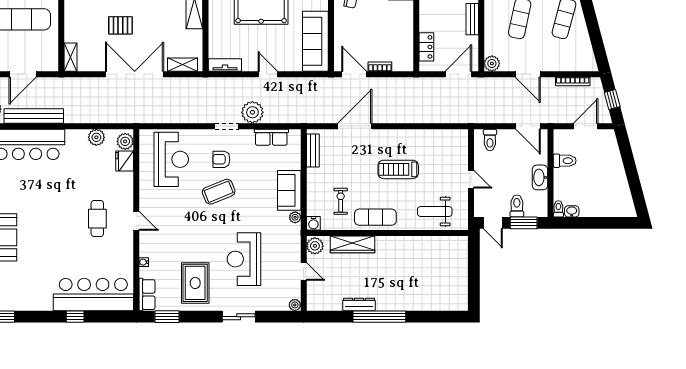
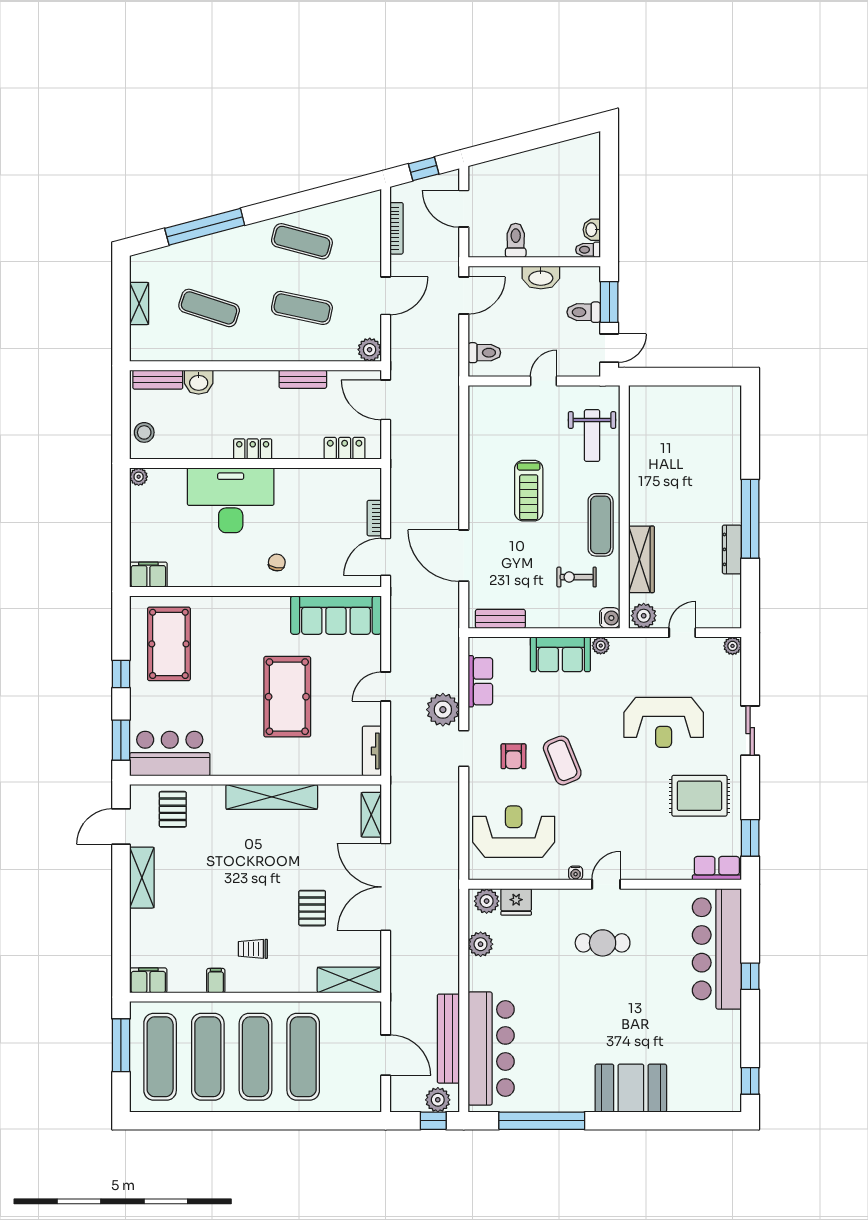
shelving: (71, 57) -> (349, 980), width x1.50, depth x1.33
water cooler: (144, 262) -> (576, 873), moved

